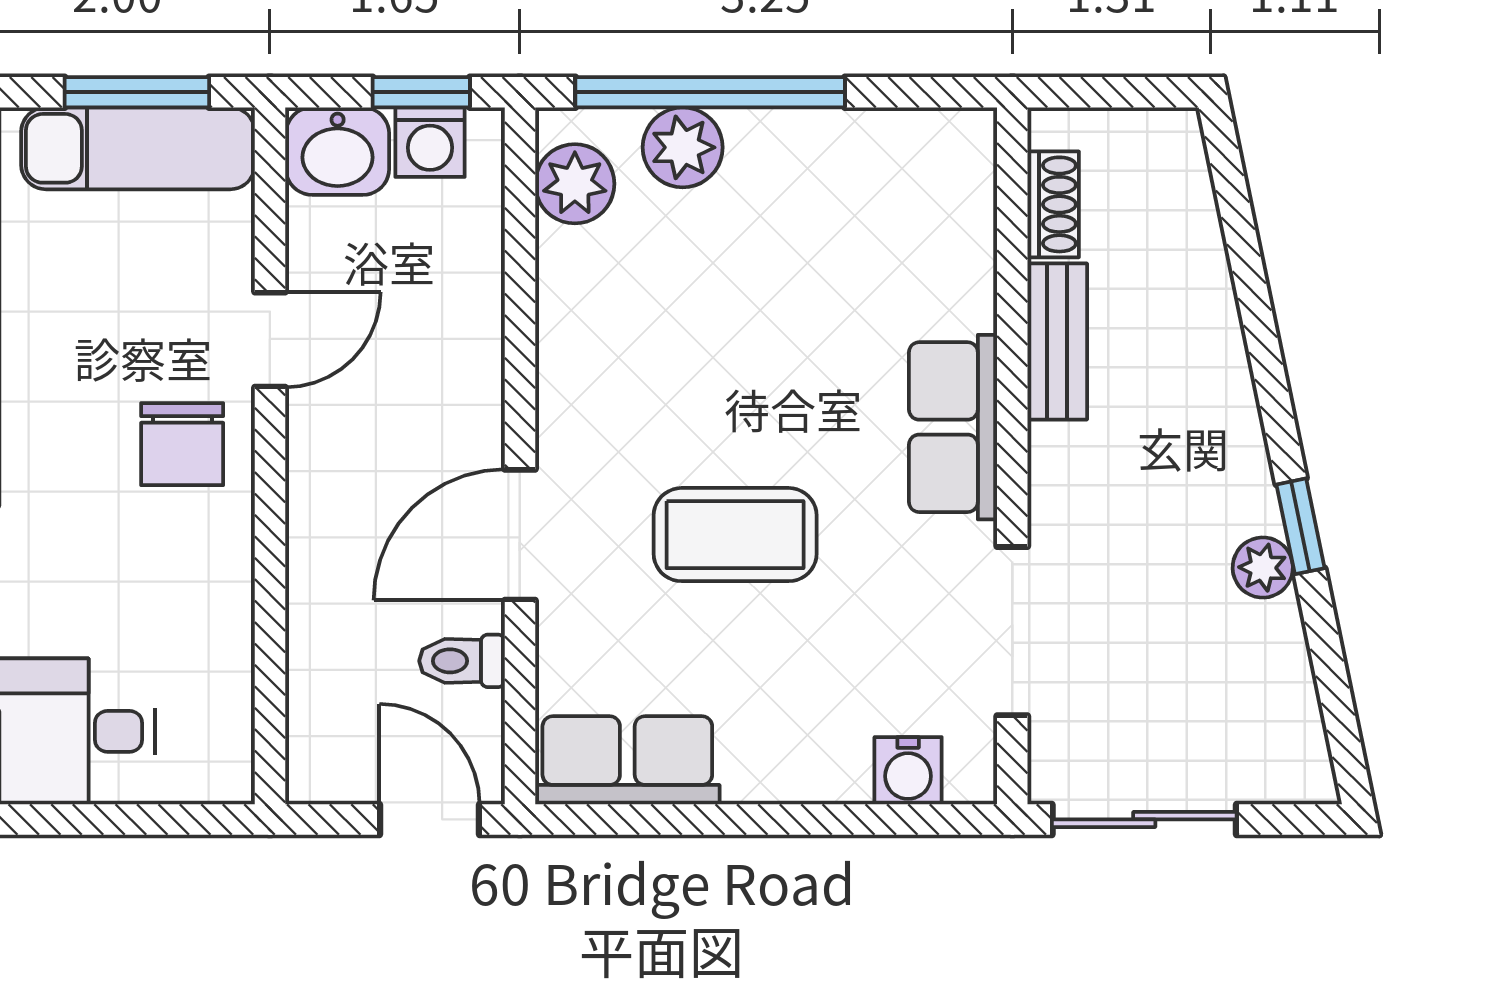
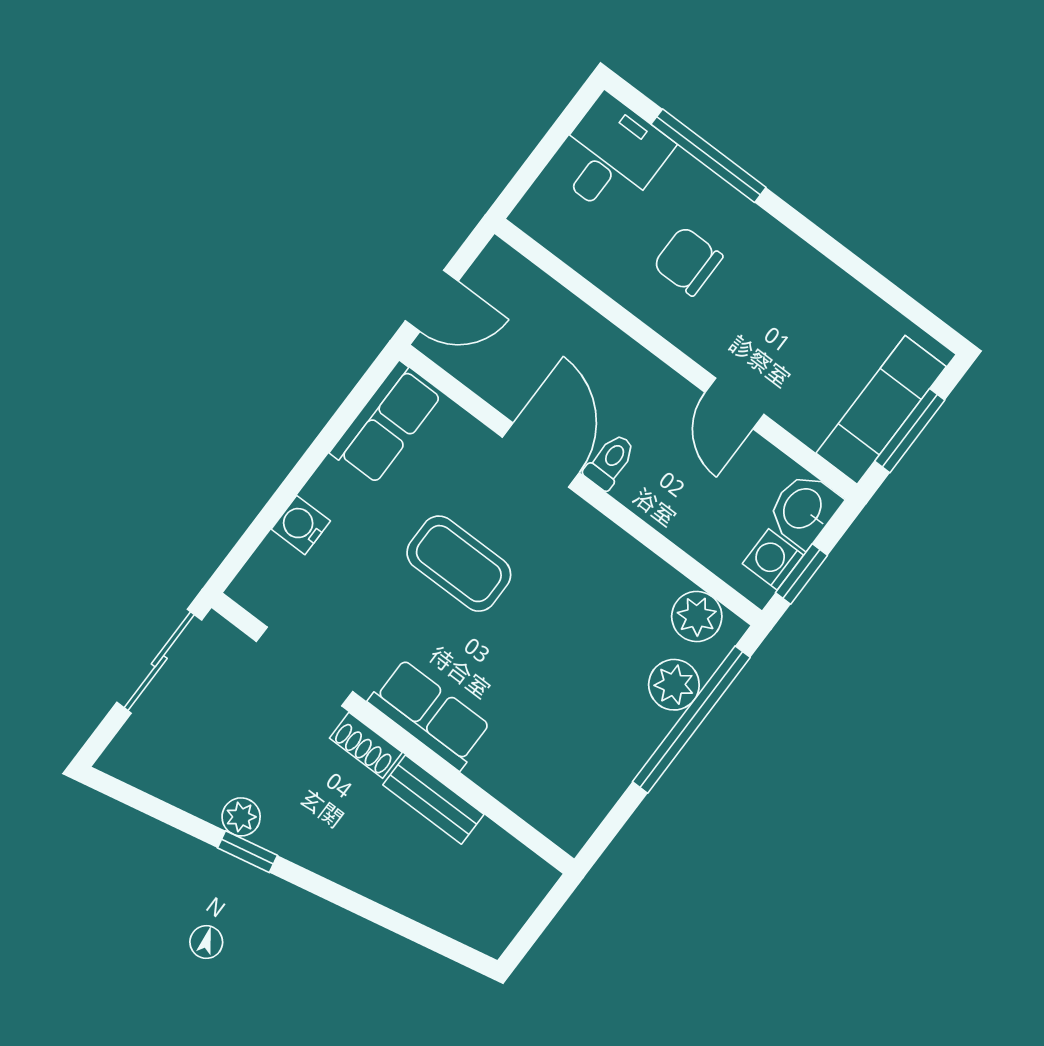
shoe rack: (1053, 204) -> (366, 745), moved
chair: (182, 444) -> (688, 261), moved
coffee table: (735, 535) -> (459, 564), turned 90
toilet: (462, 661) -> (610, 462), moved
water cooler: (908, 771) -> (301, 525), moved

